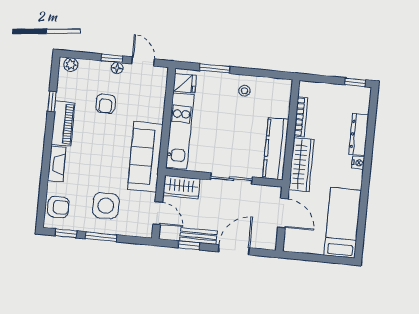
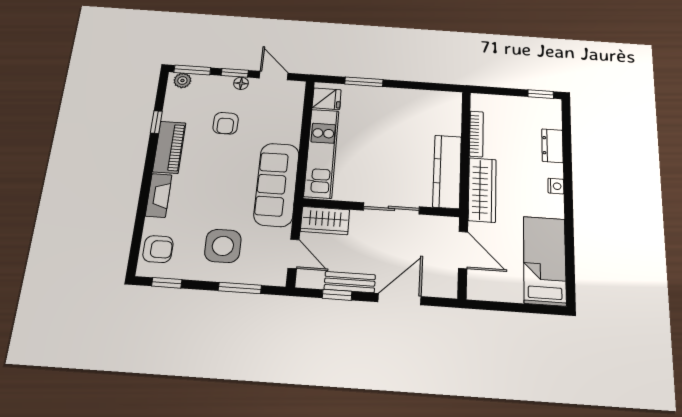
window: (78, 55) -> (192, 70), added
stool: (244, 91) -> (403, 106), removed
dresser: (359, 134) -> (552, 146), width x0.70
window: (101, 237) -> (240, 288), moved

